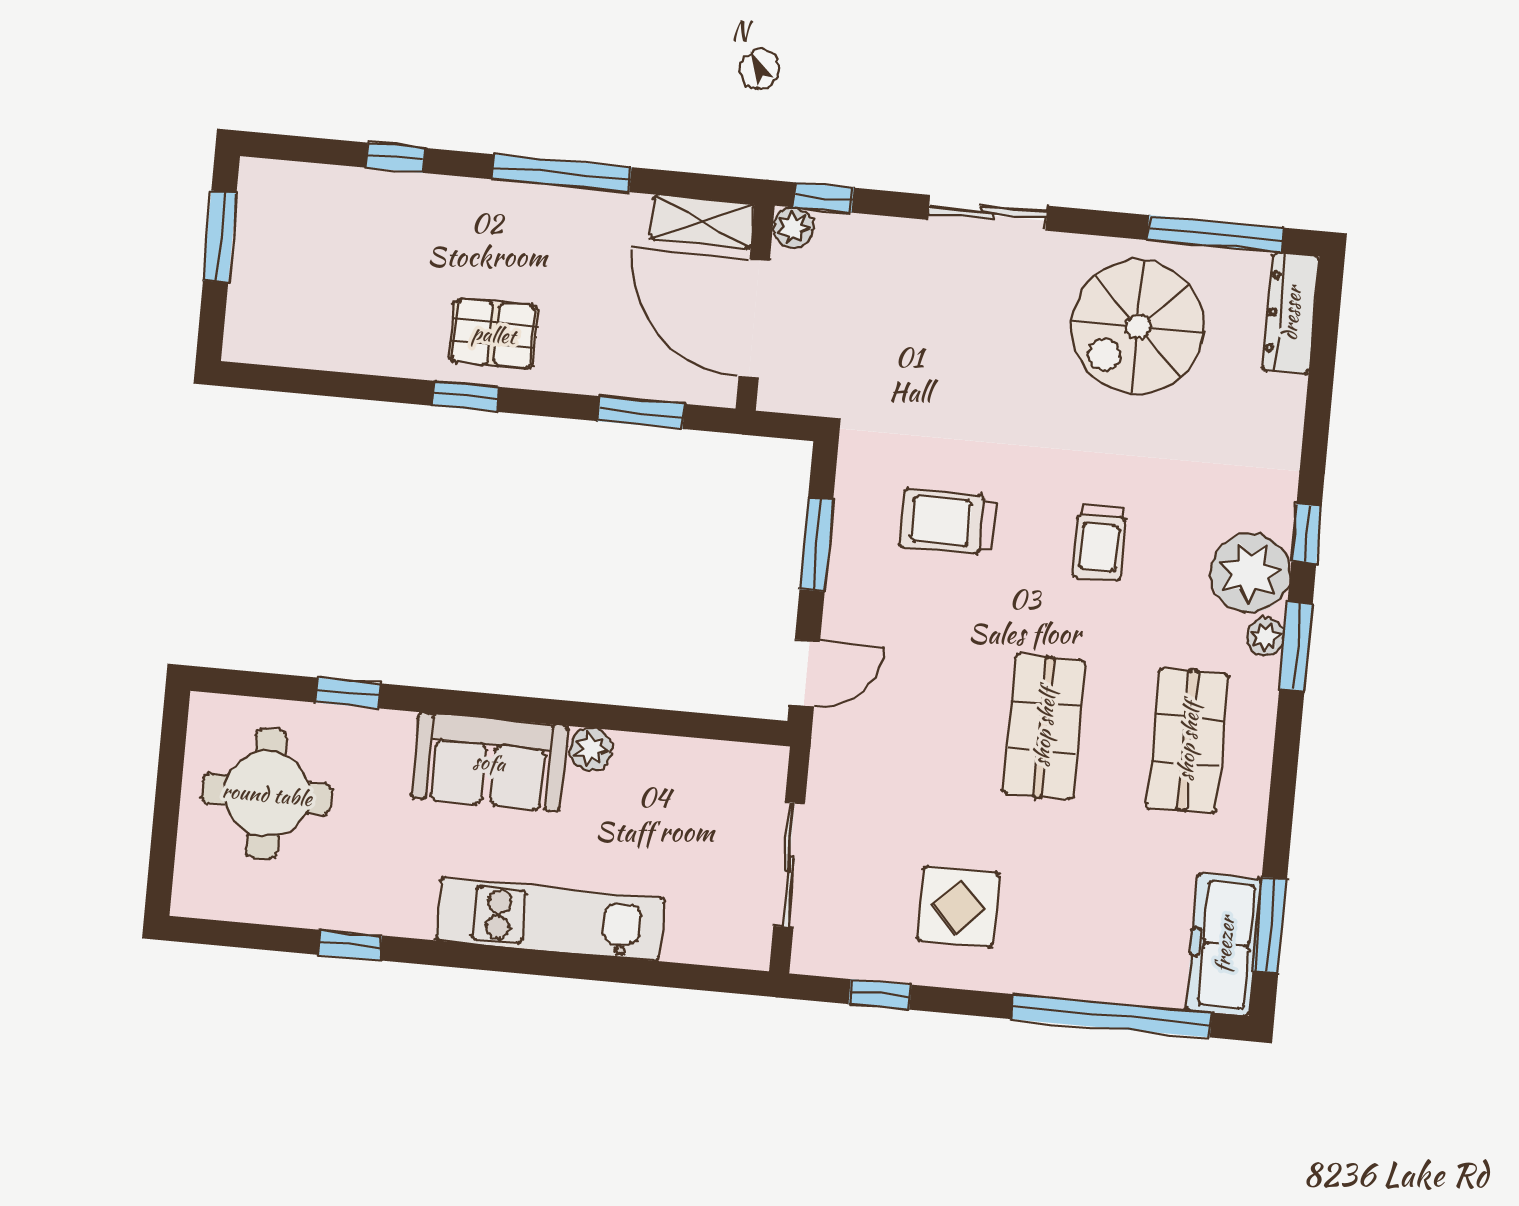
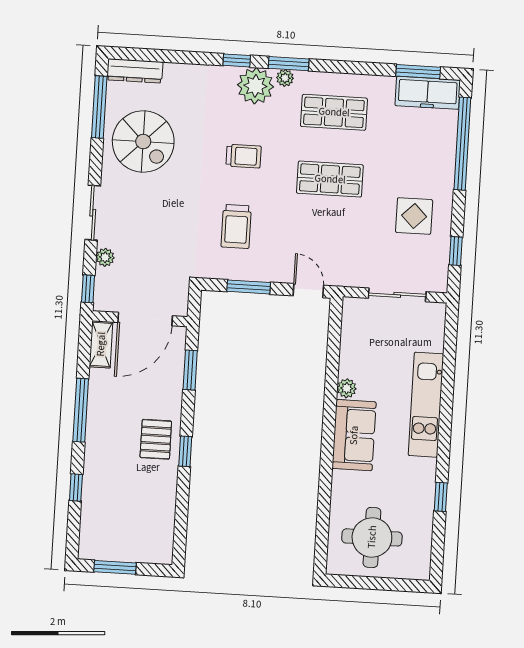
plant: (793, 227) -> (105, 257), moved
window: (348, 693) -> (324, 501), removed

